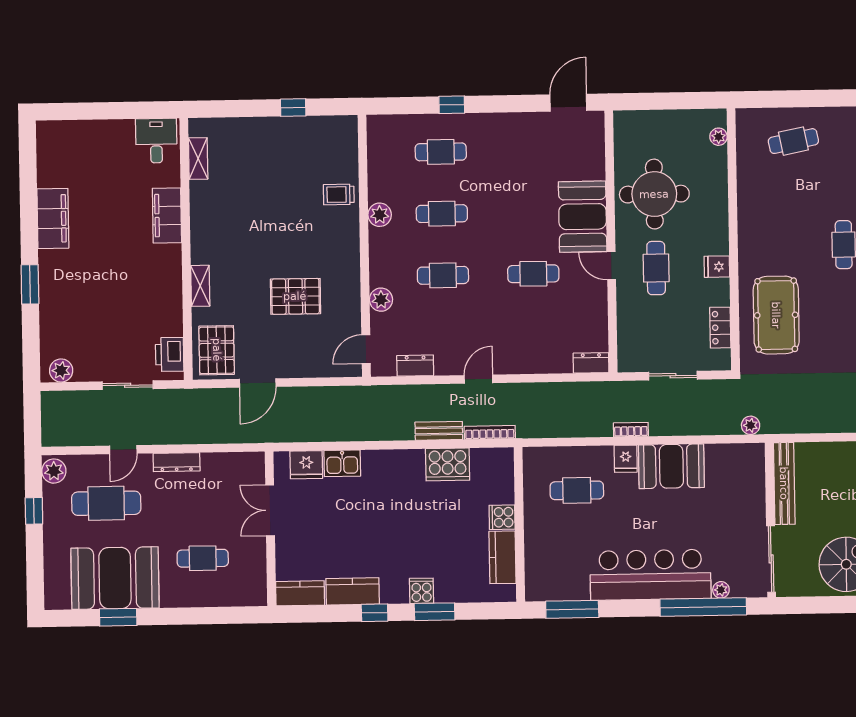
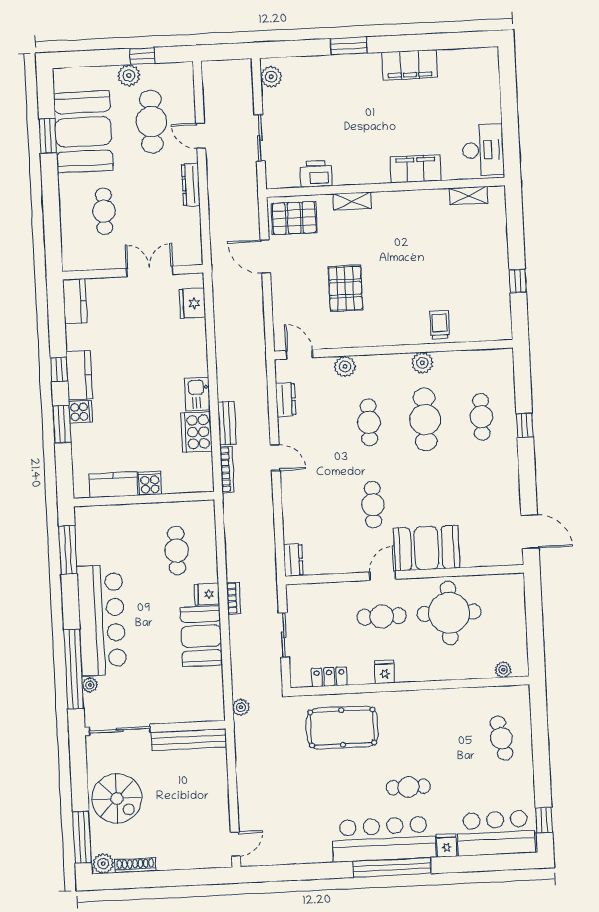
desk: (156, 141) -> (483, 150), width x1.37
cafe table: (442, 214) -> (425, 420), width x1.37, depth x1.35
printer: (170, 354) -> (316, 174), moved
kitchen sink: (342, 463) -> (197, 394), moved
plant: (54, 471) -> (129, 75), moved
kitchen counter: (353, 591) -> (79, 375), moved

